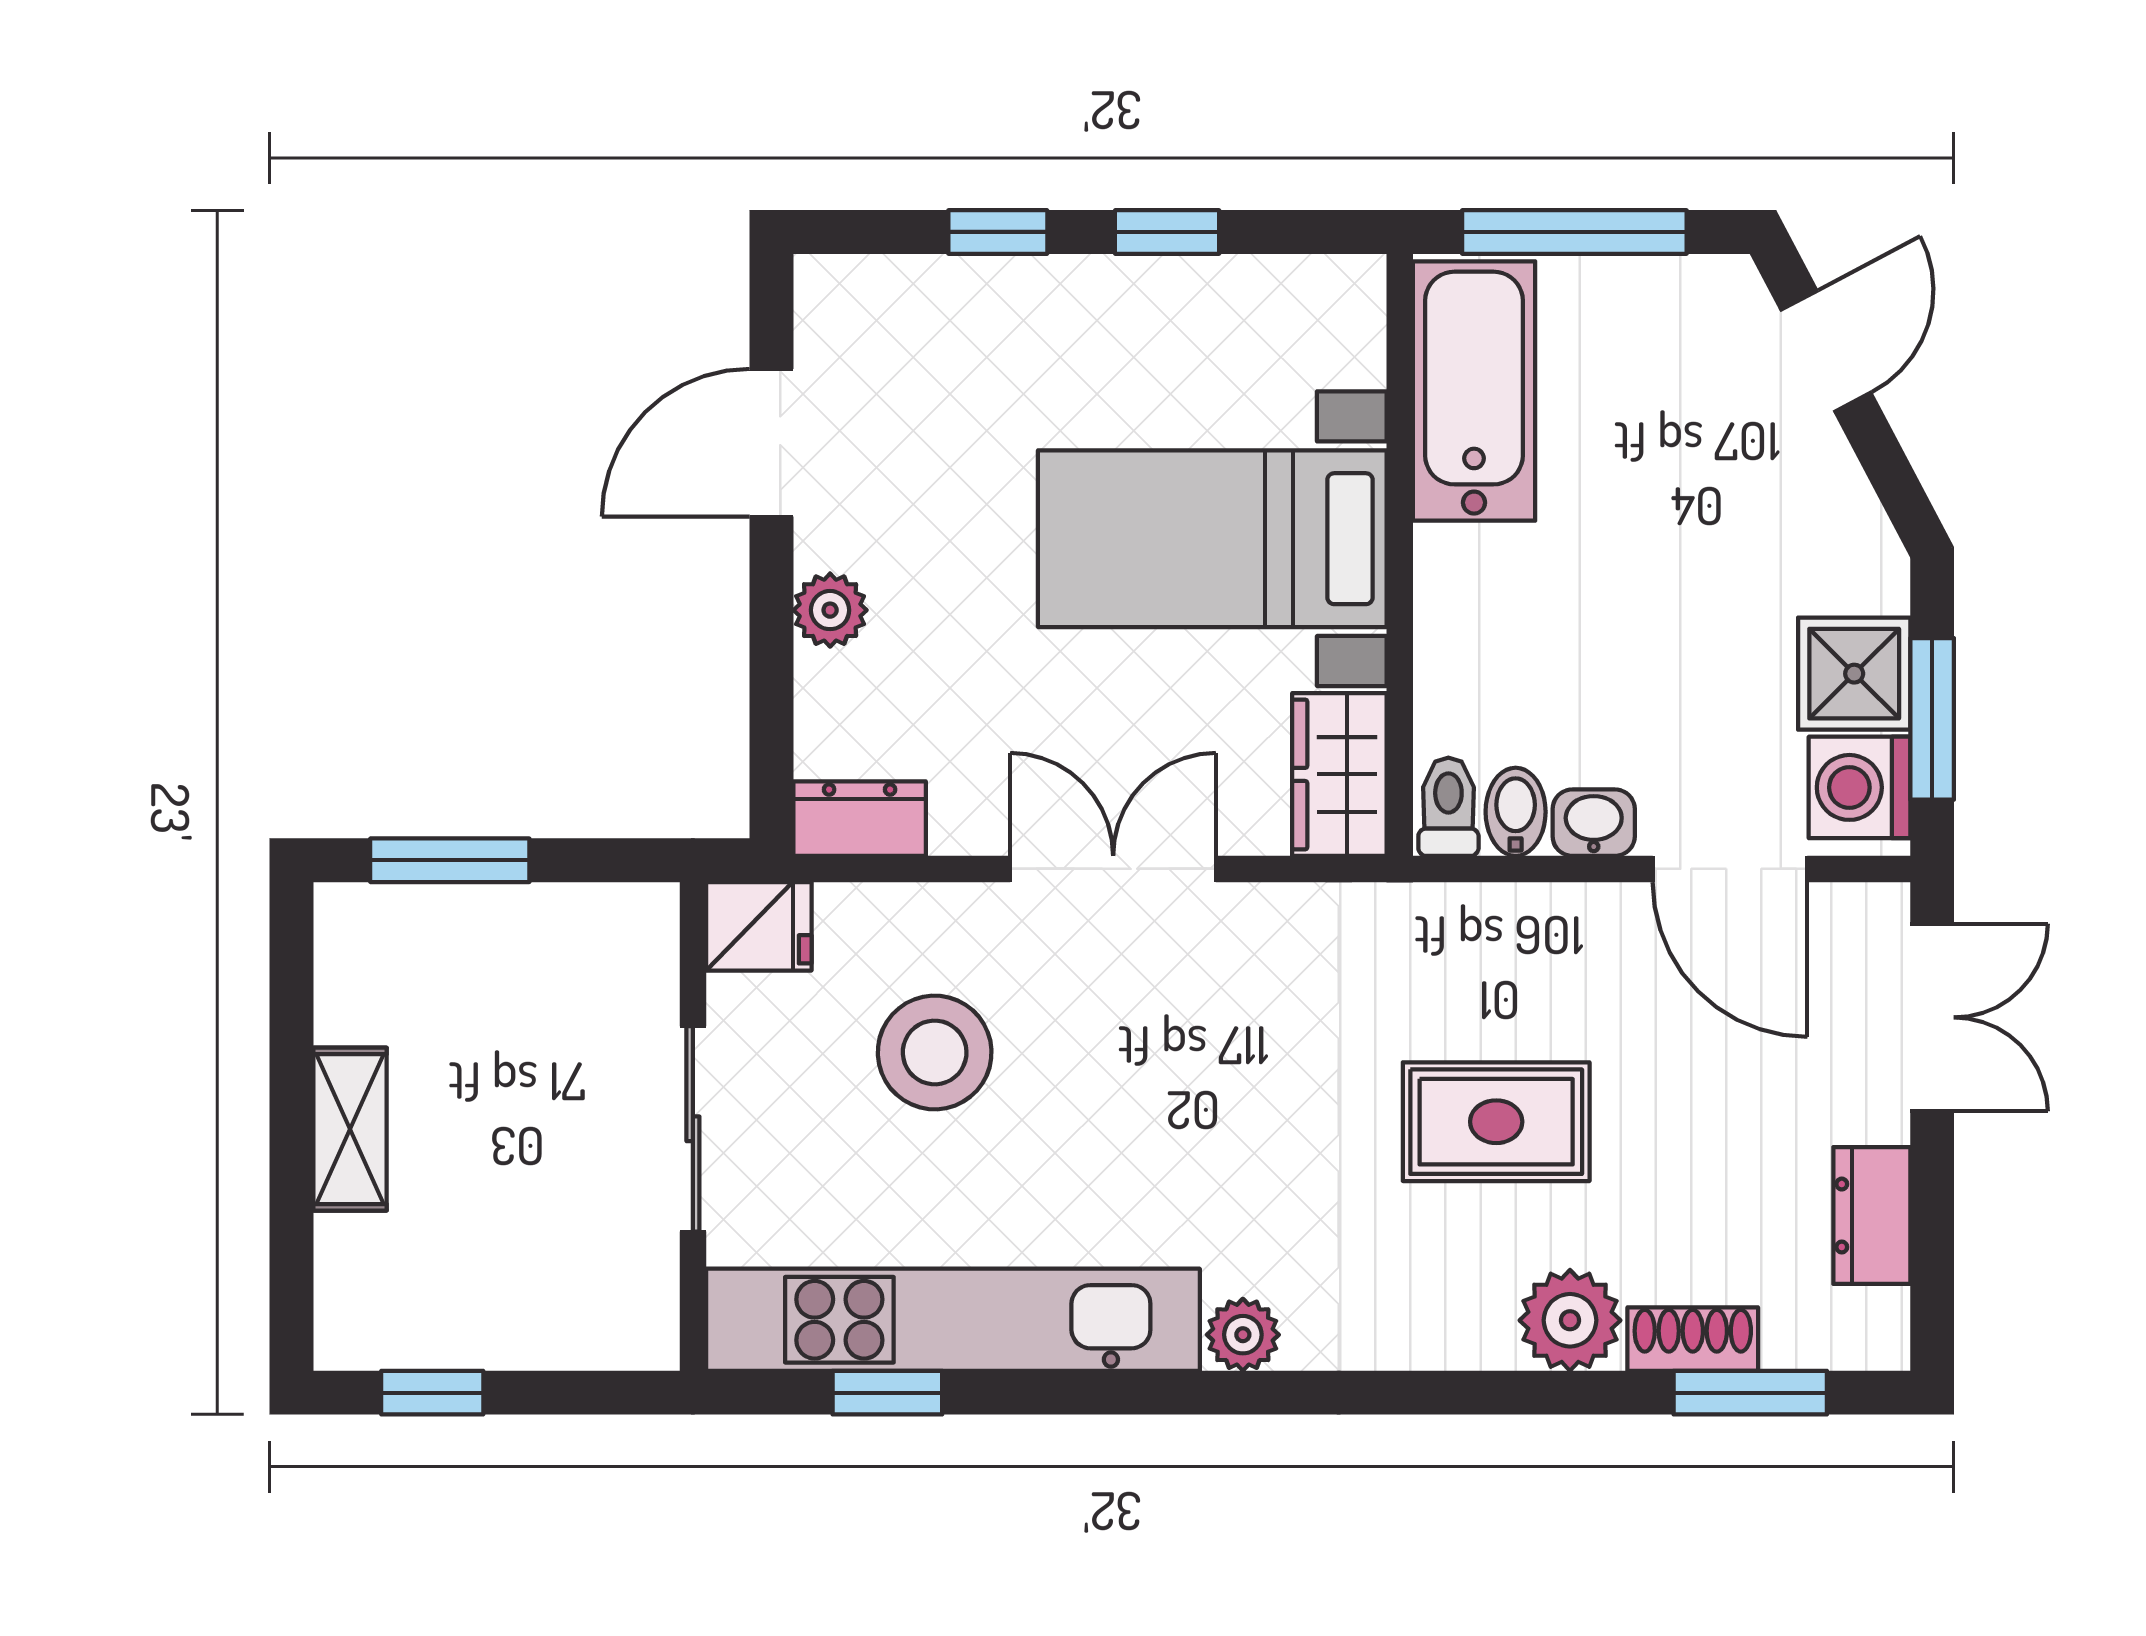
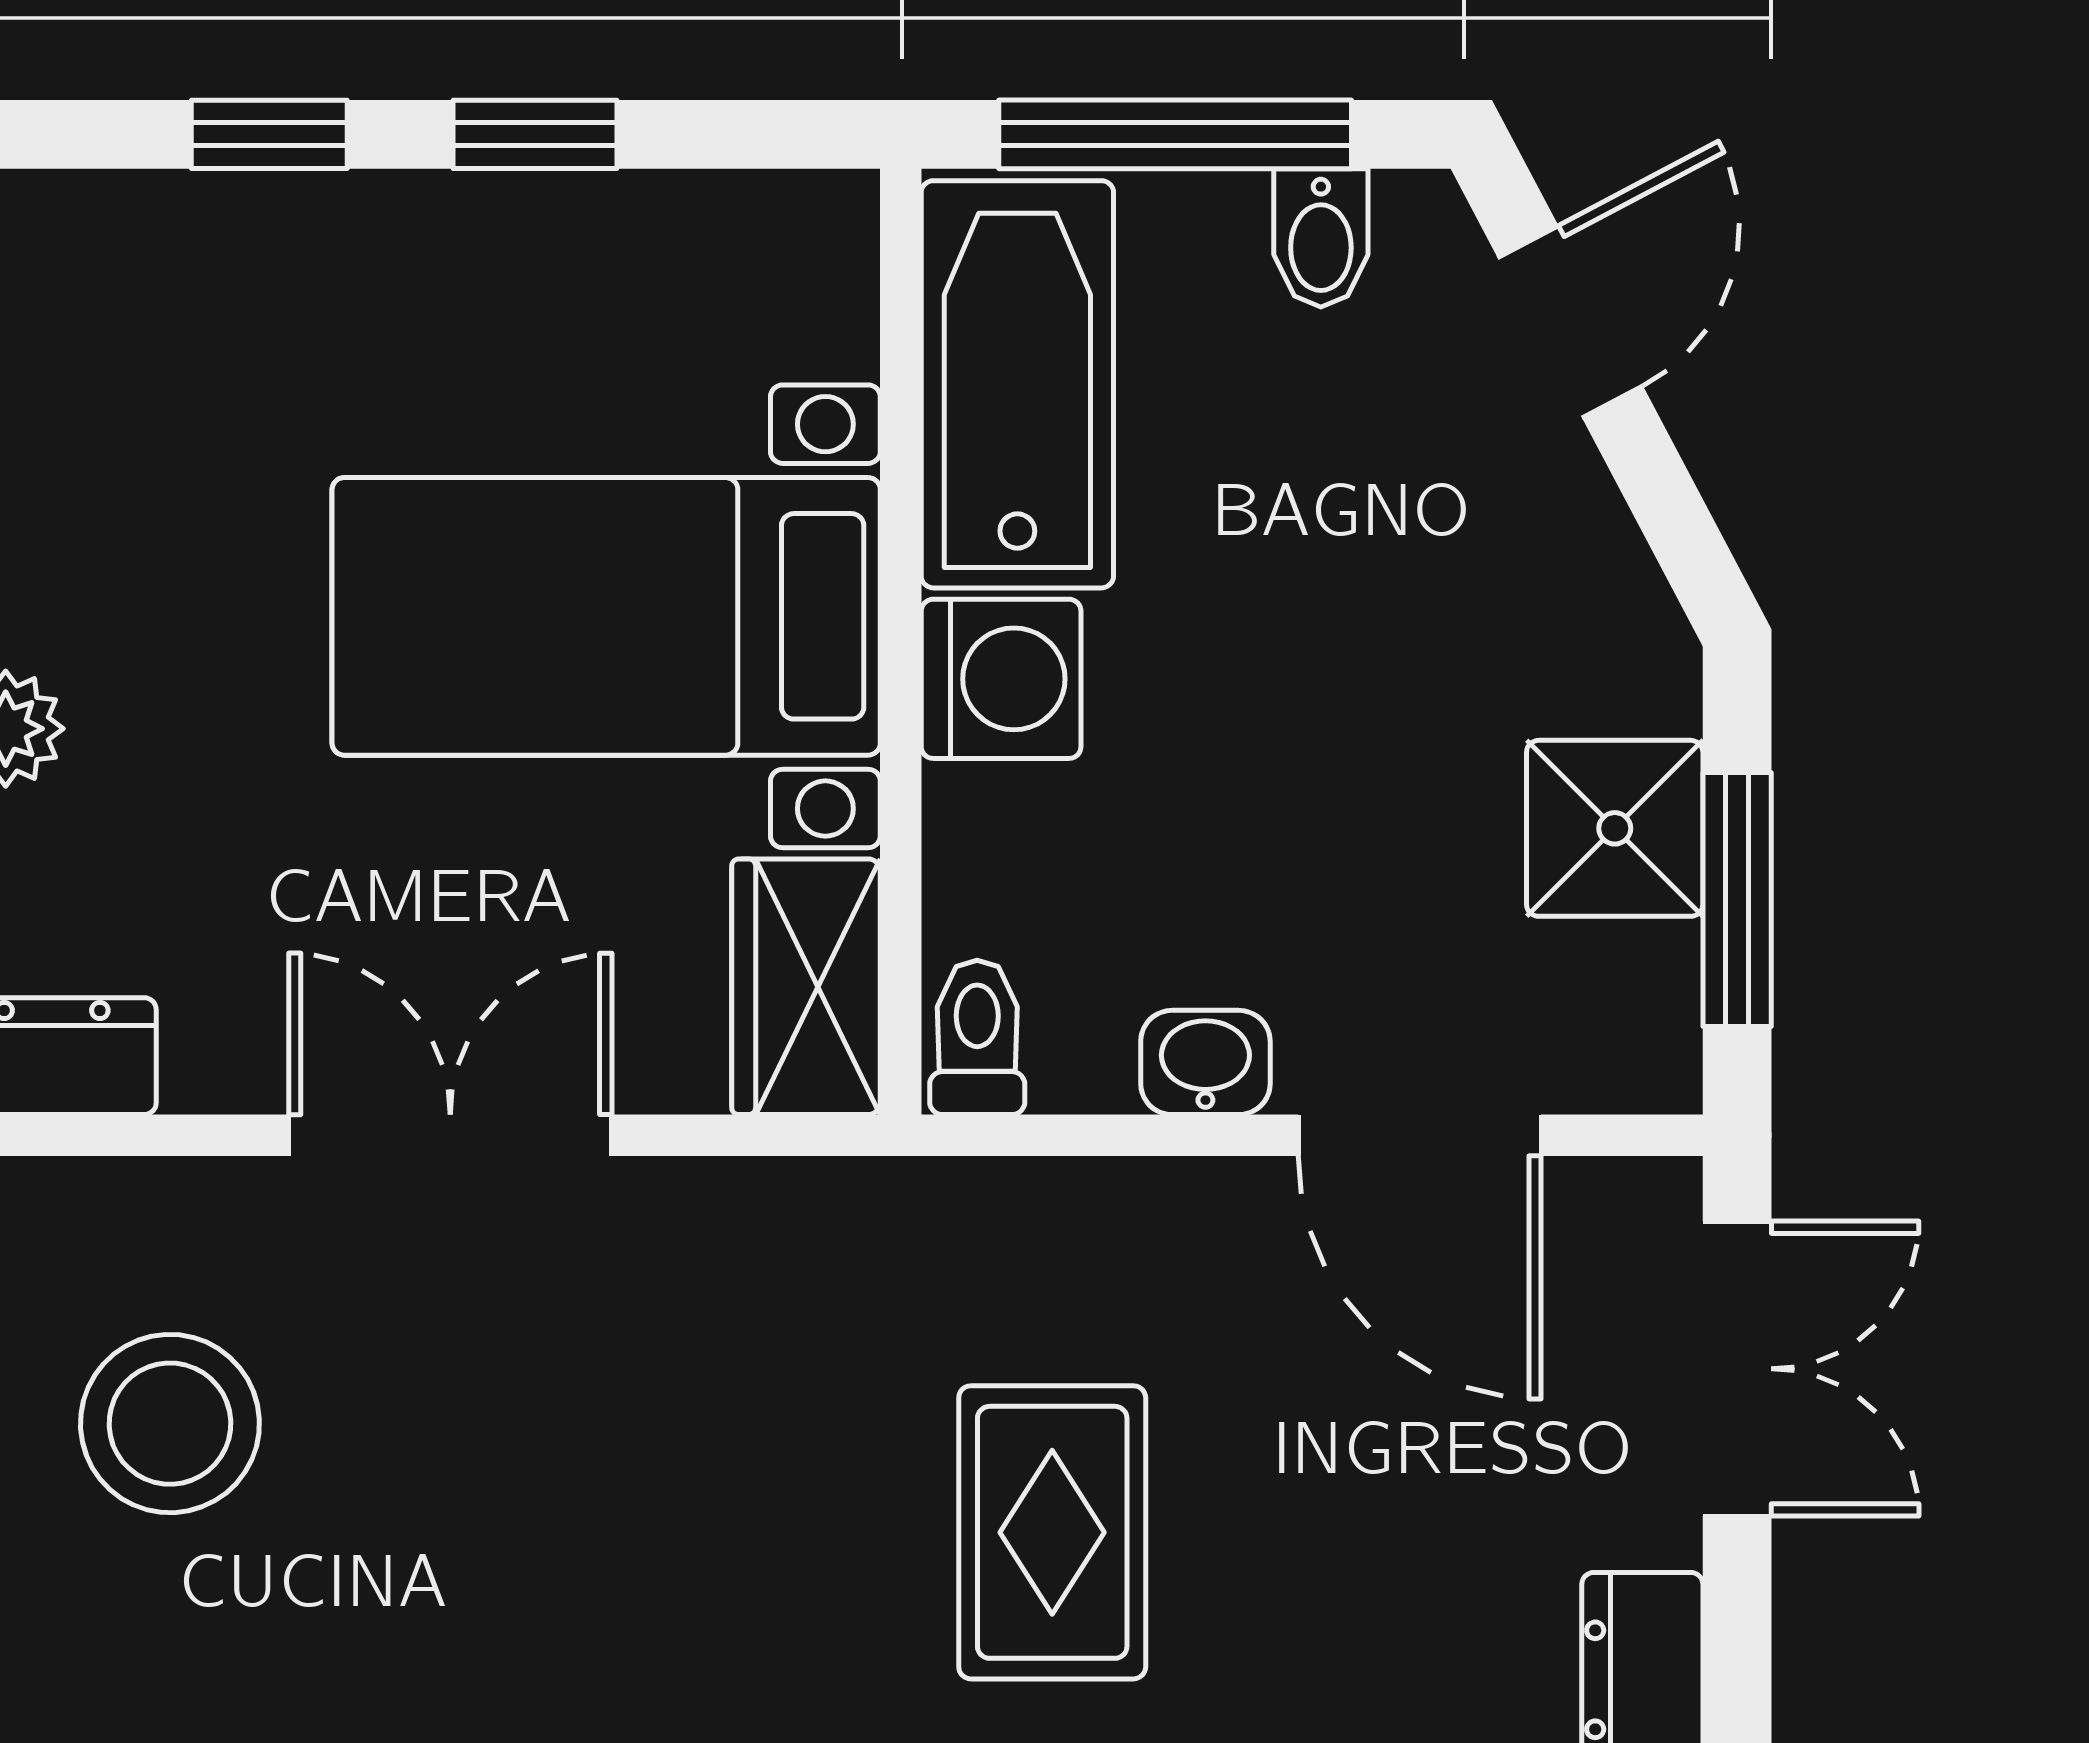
washing machine: (1859, 787) -> (1001, 679), moved, turned 180
bidet: (1516, 812) -> (1321, 238), moved, turned 180
rug: (1496, 1122) -> (1052, 1532), turned 90

